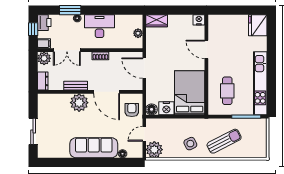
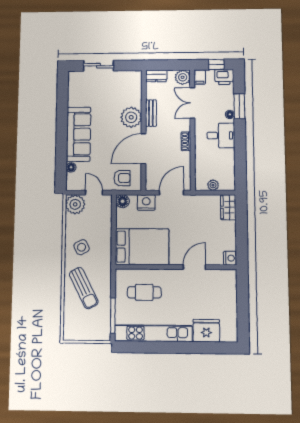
fridge: (258, 25) -> (206, 331), moved
desk: (99, 26) -> (221, 135), width x0.73
nightstand: (166, 108) -> (146, 202), moved, turned 90

